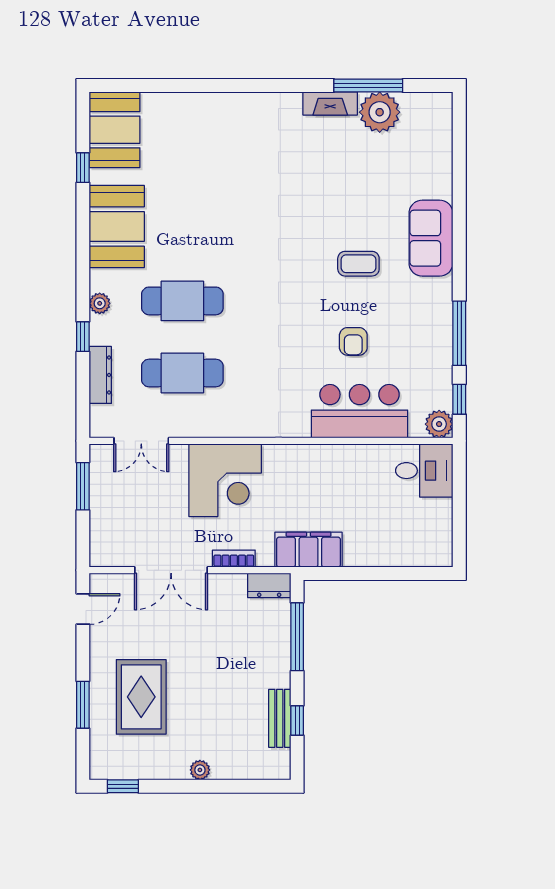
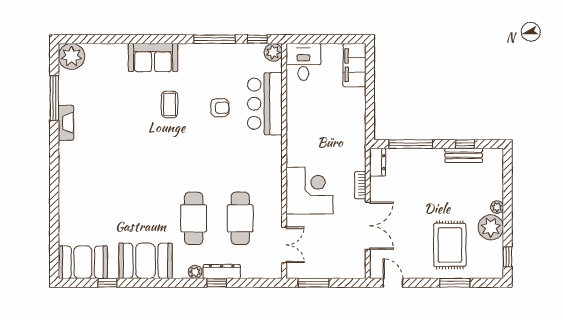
plant: (380, 112) -> (72, 56), moved
dresser: (100, 375) -> (222, 271), moved
filing cabinet: (309, 550) -> (355, 65), moved
rug: (141, 697) -> (450, 245), turned 90
plant: (168, 760) -> (491, 227), added

